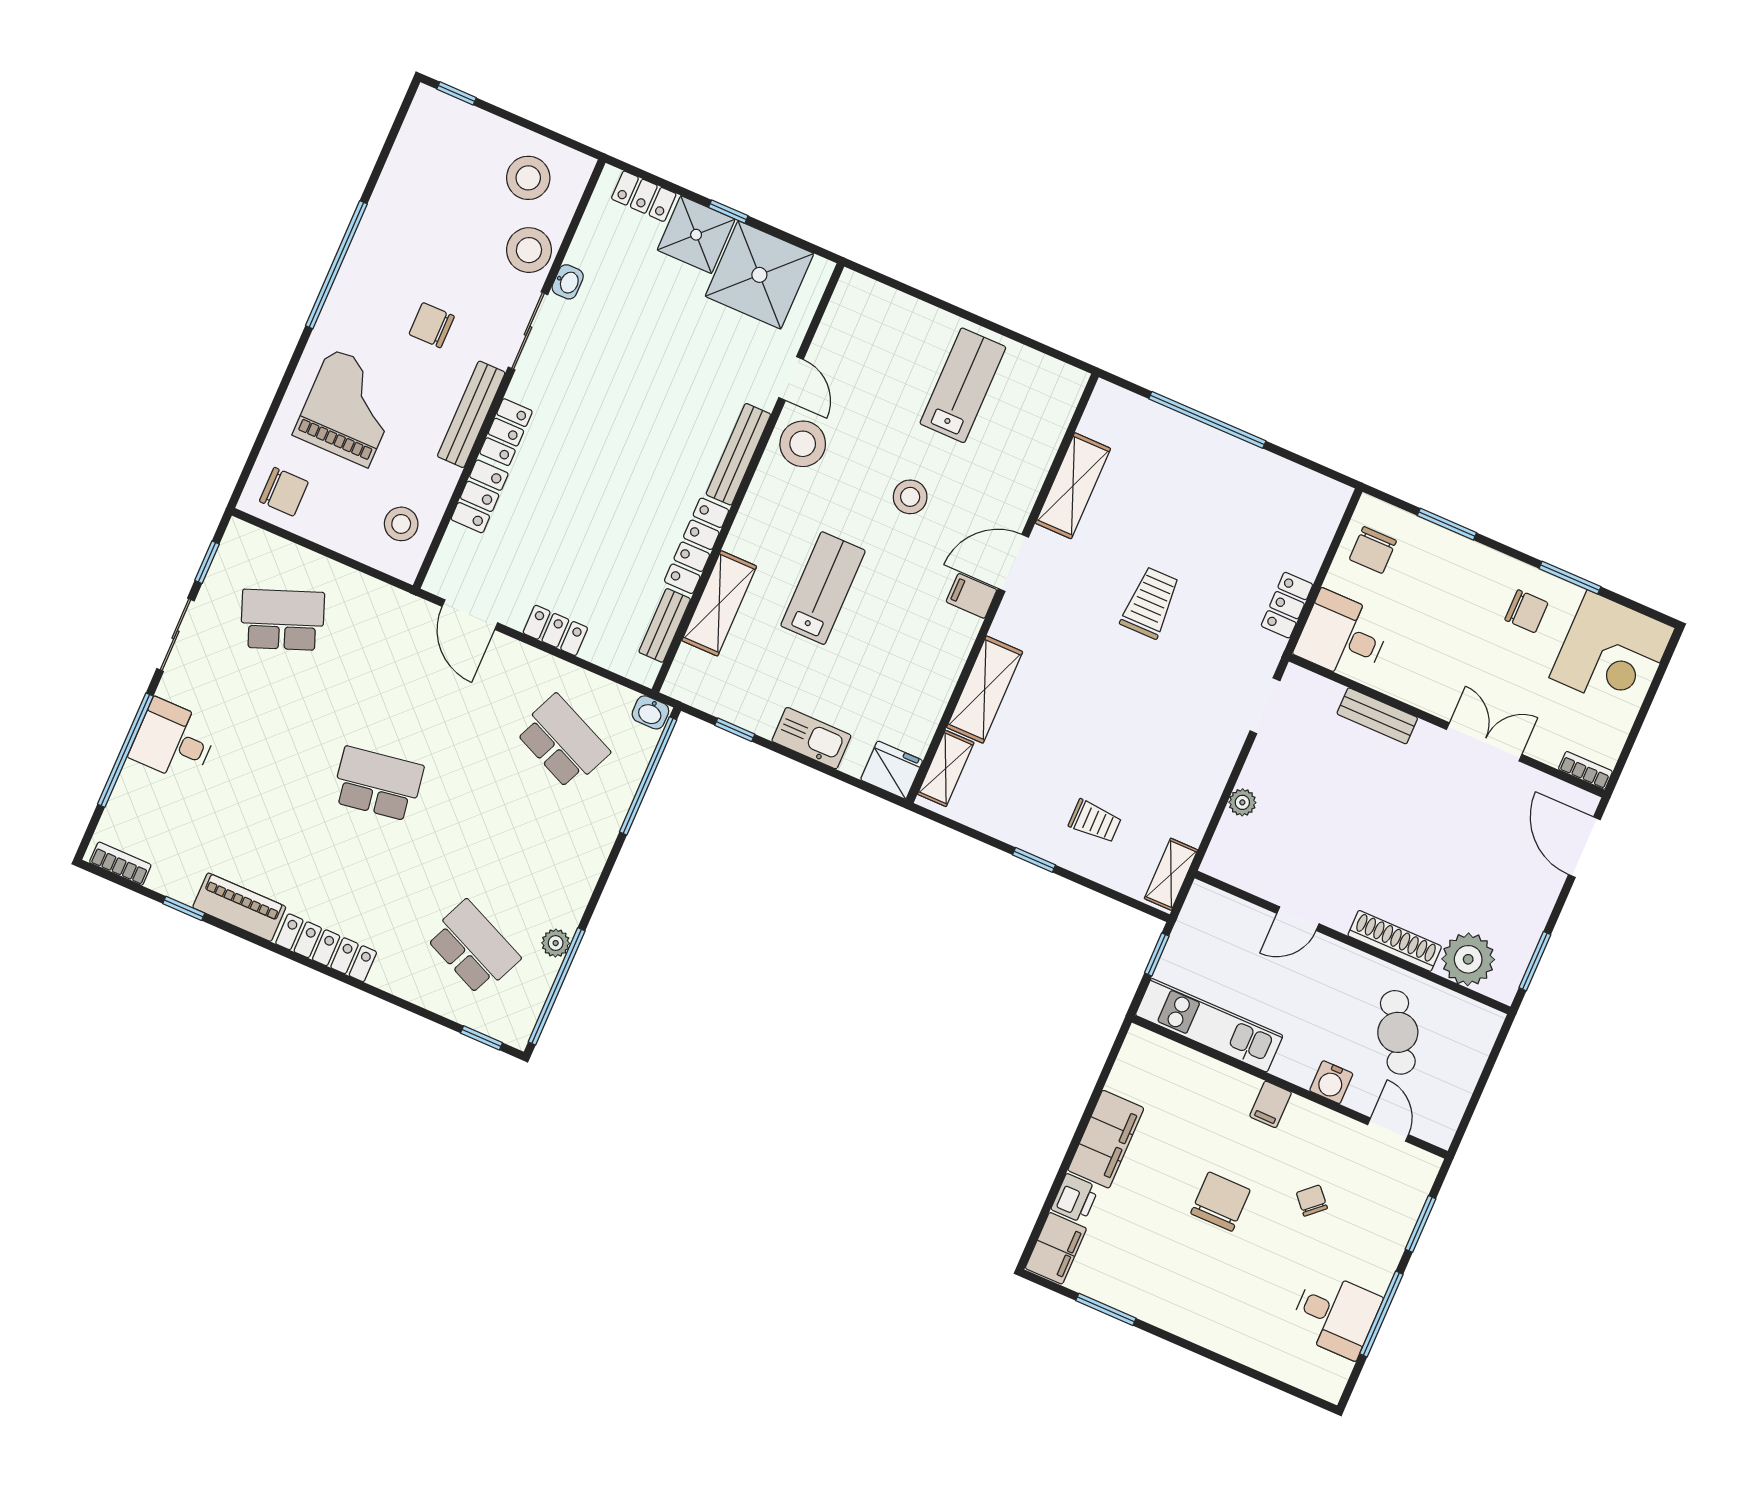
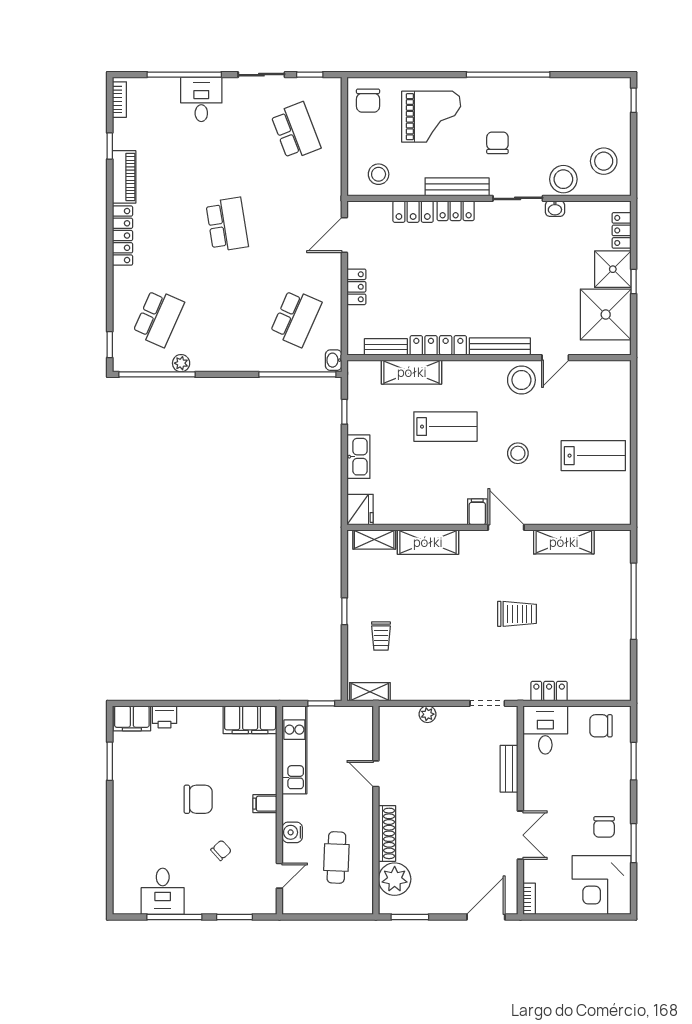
cafe table: (1398, 1032) -> (336, 858), turned -58
filing cabinet: (1106, 1139) -> (250, 720), moved

